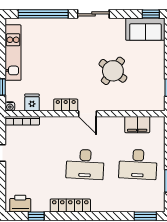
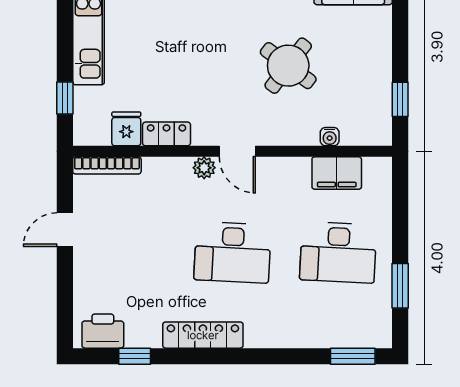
locker: (66, 105) -> (167, 134), moved
water cooler: (10, 106) -> (330, 137), moved
plant: (71, 122) -> (204, 168), added

